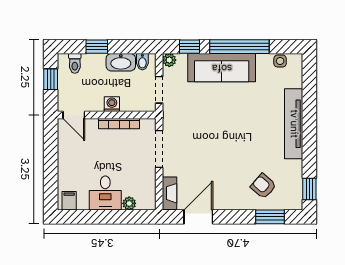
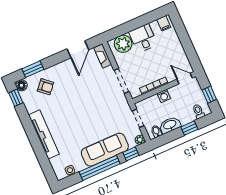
floor lamp: (295, 202) -> (21, 85), added
plant: (129, 203) -> (123, 44), width x1.88, depth x1.88

